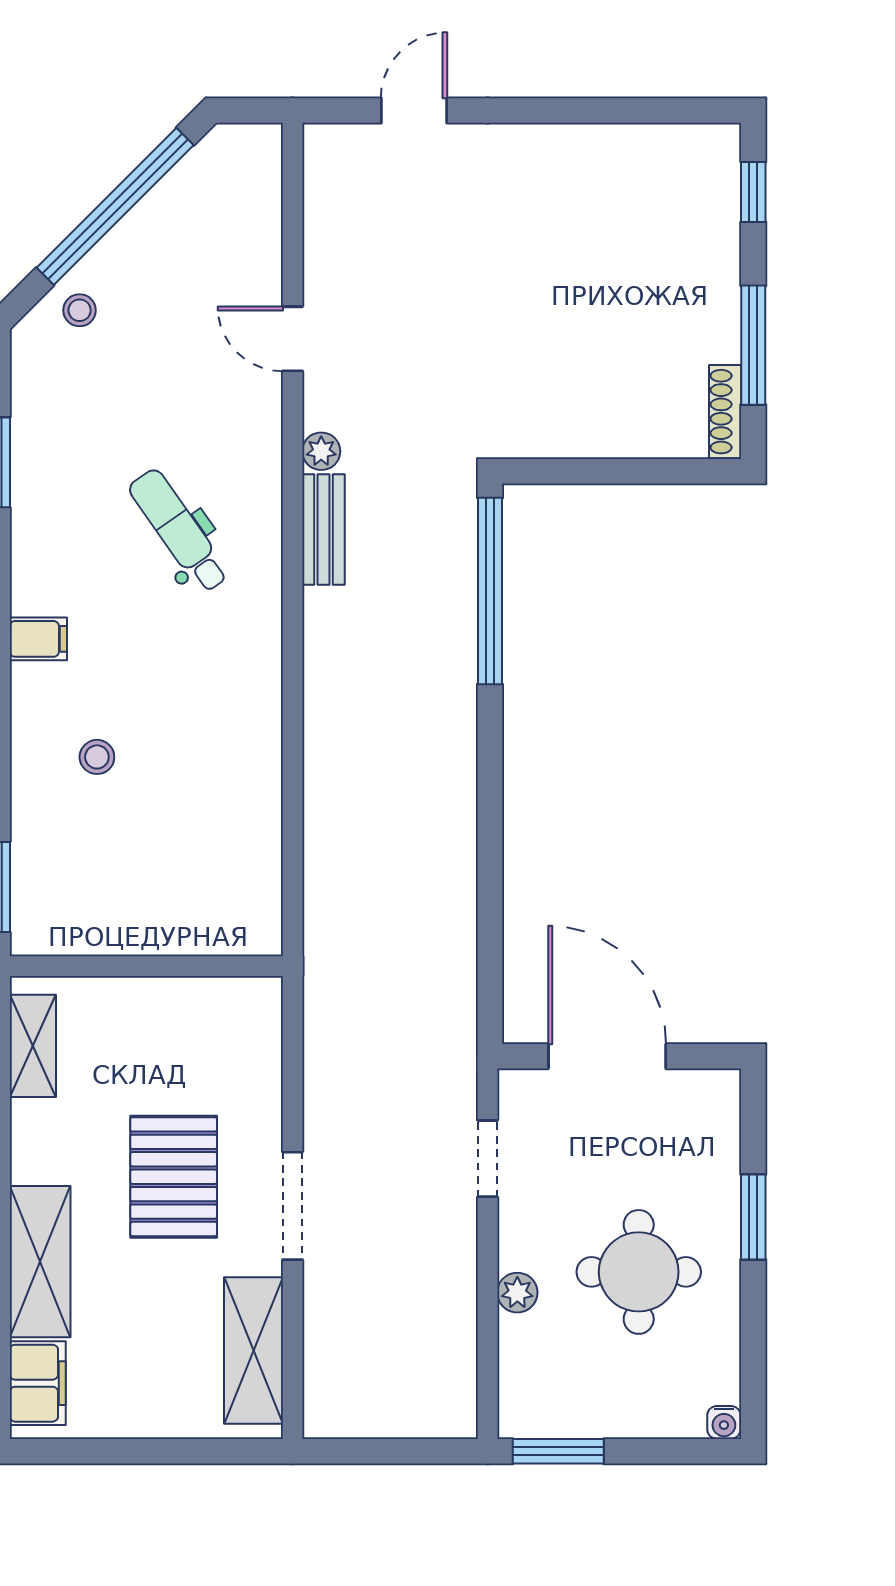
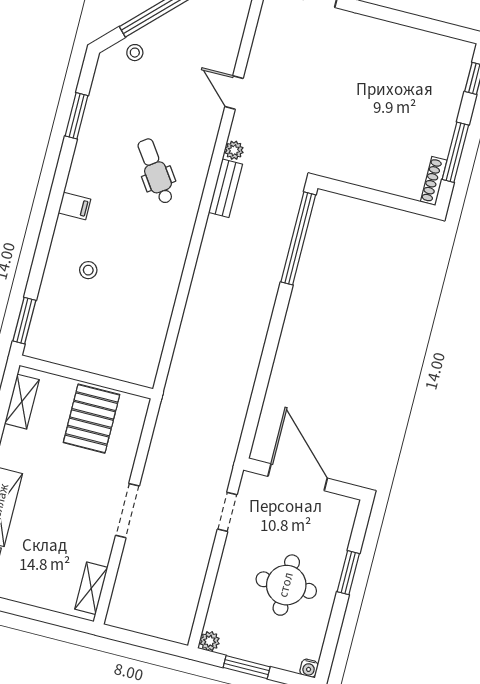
pallet: (174, 1177) -> (92, 419), moved
plant: (517, 1293) -> (210, 641), moved
shelving: (253, 1350) -> (91, 588), width x0.67, depth x0.75
window: (558, 1451) -> (247, 667), moved

